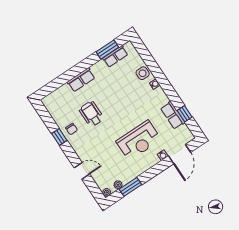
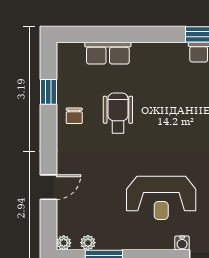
row of seats: (81, 80) -> (108, 53), moved
window: (59, 137) -> (49, 92), moved
door: (82, 171) -> (49, 187), hinge flipped

